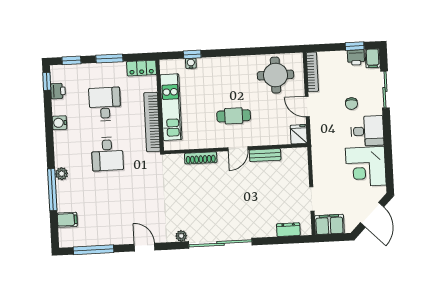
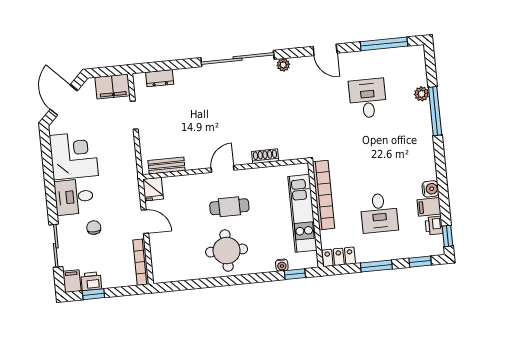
window: (192, 54) -> (295, 274), moved
round table: (276, 75) -> (227, 251), moved
desk: (107, 154) -> (368, 98), moved
bench: (265, 155) -> (167, 166), moved
shoe rack: (201, 158) -> (265, 156), width x0.70
plant: (62, 174) -> (422, 94), moved
filing cabinet: (67, 220) -> (429, 207), moved

